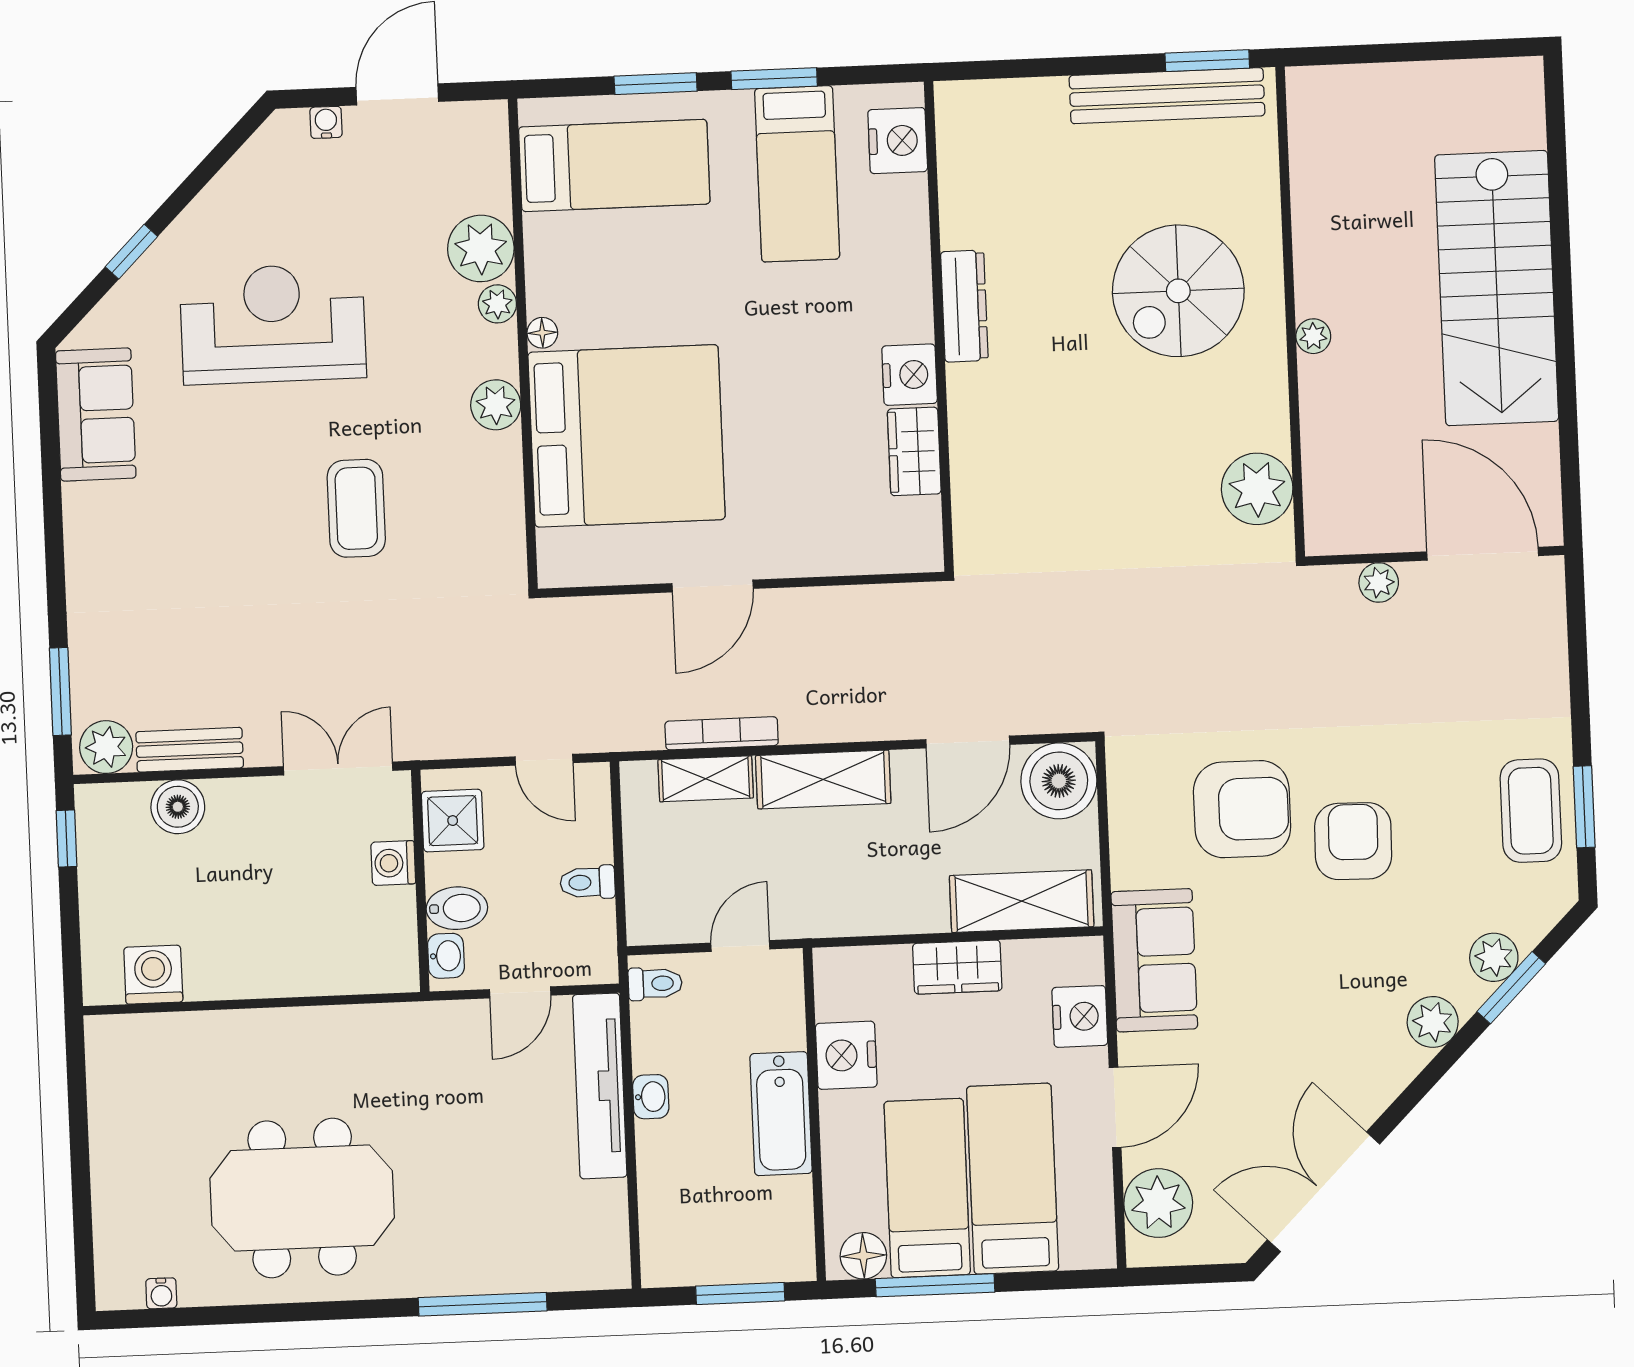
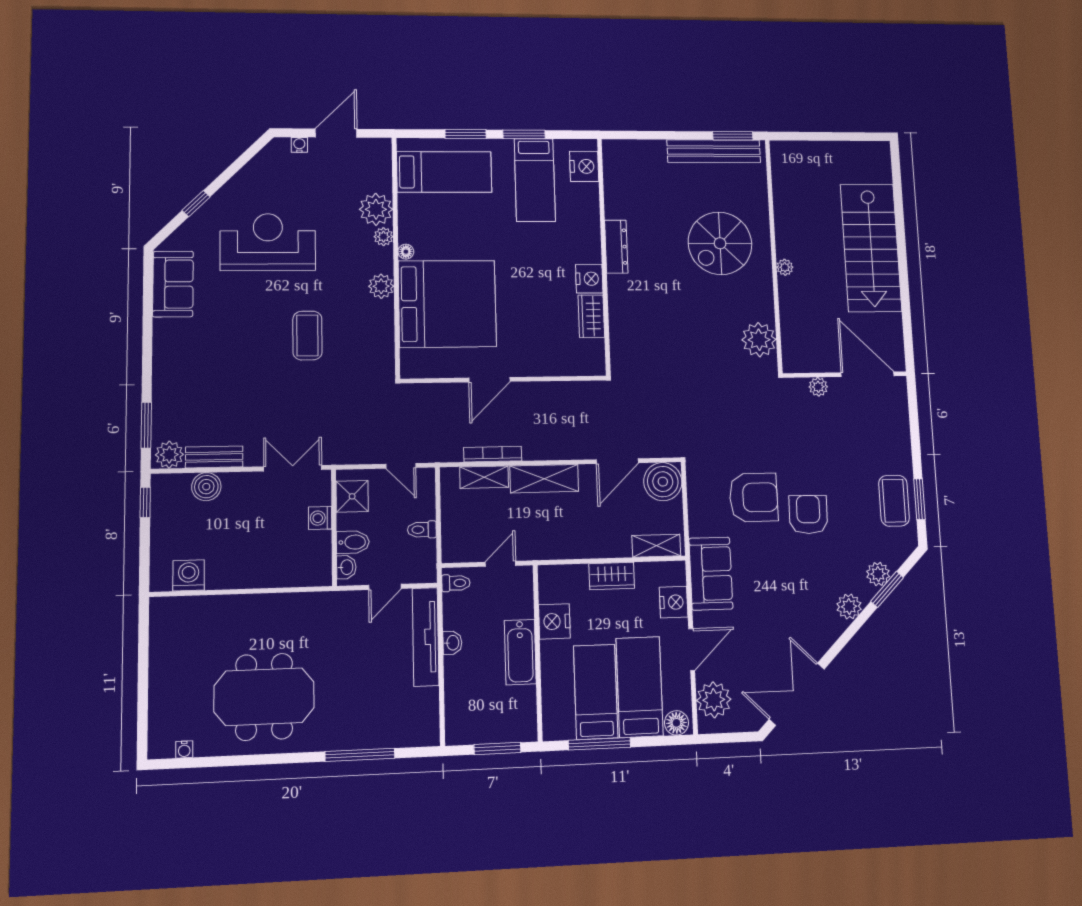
shelving: (1022, 901) -> (656, 546), width x0.67, depth x0.75
floor lamp: (863, 1256) -> (676, 723), moved

